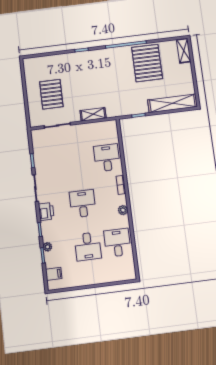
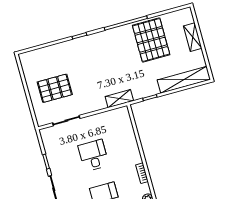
shelving: (184, 51) -> (193, 37), moved
pallet: (51, 94) -> (55, 88), turned 90
shelving: (93, 114) -> (119, 99), moved
desk: (107, 158) -> (93, 155), moved

